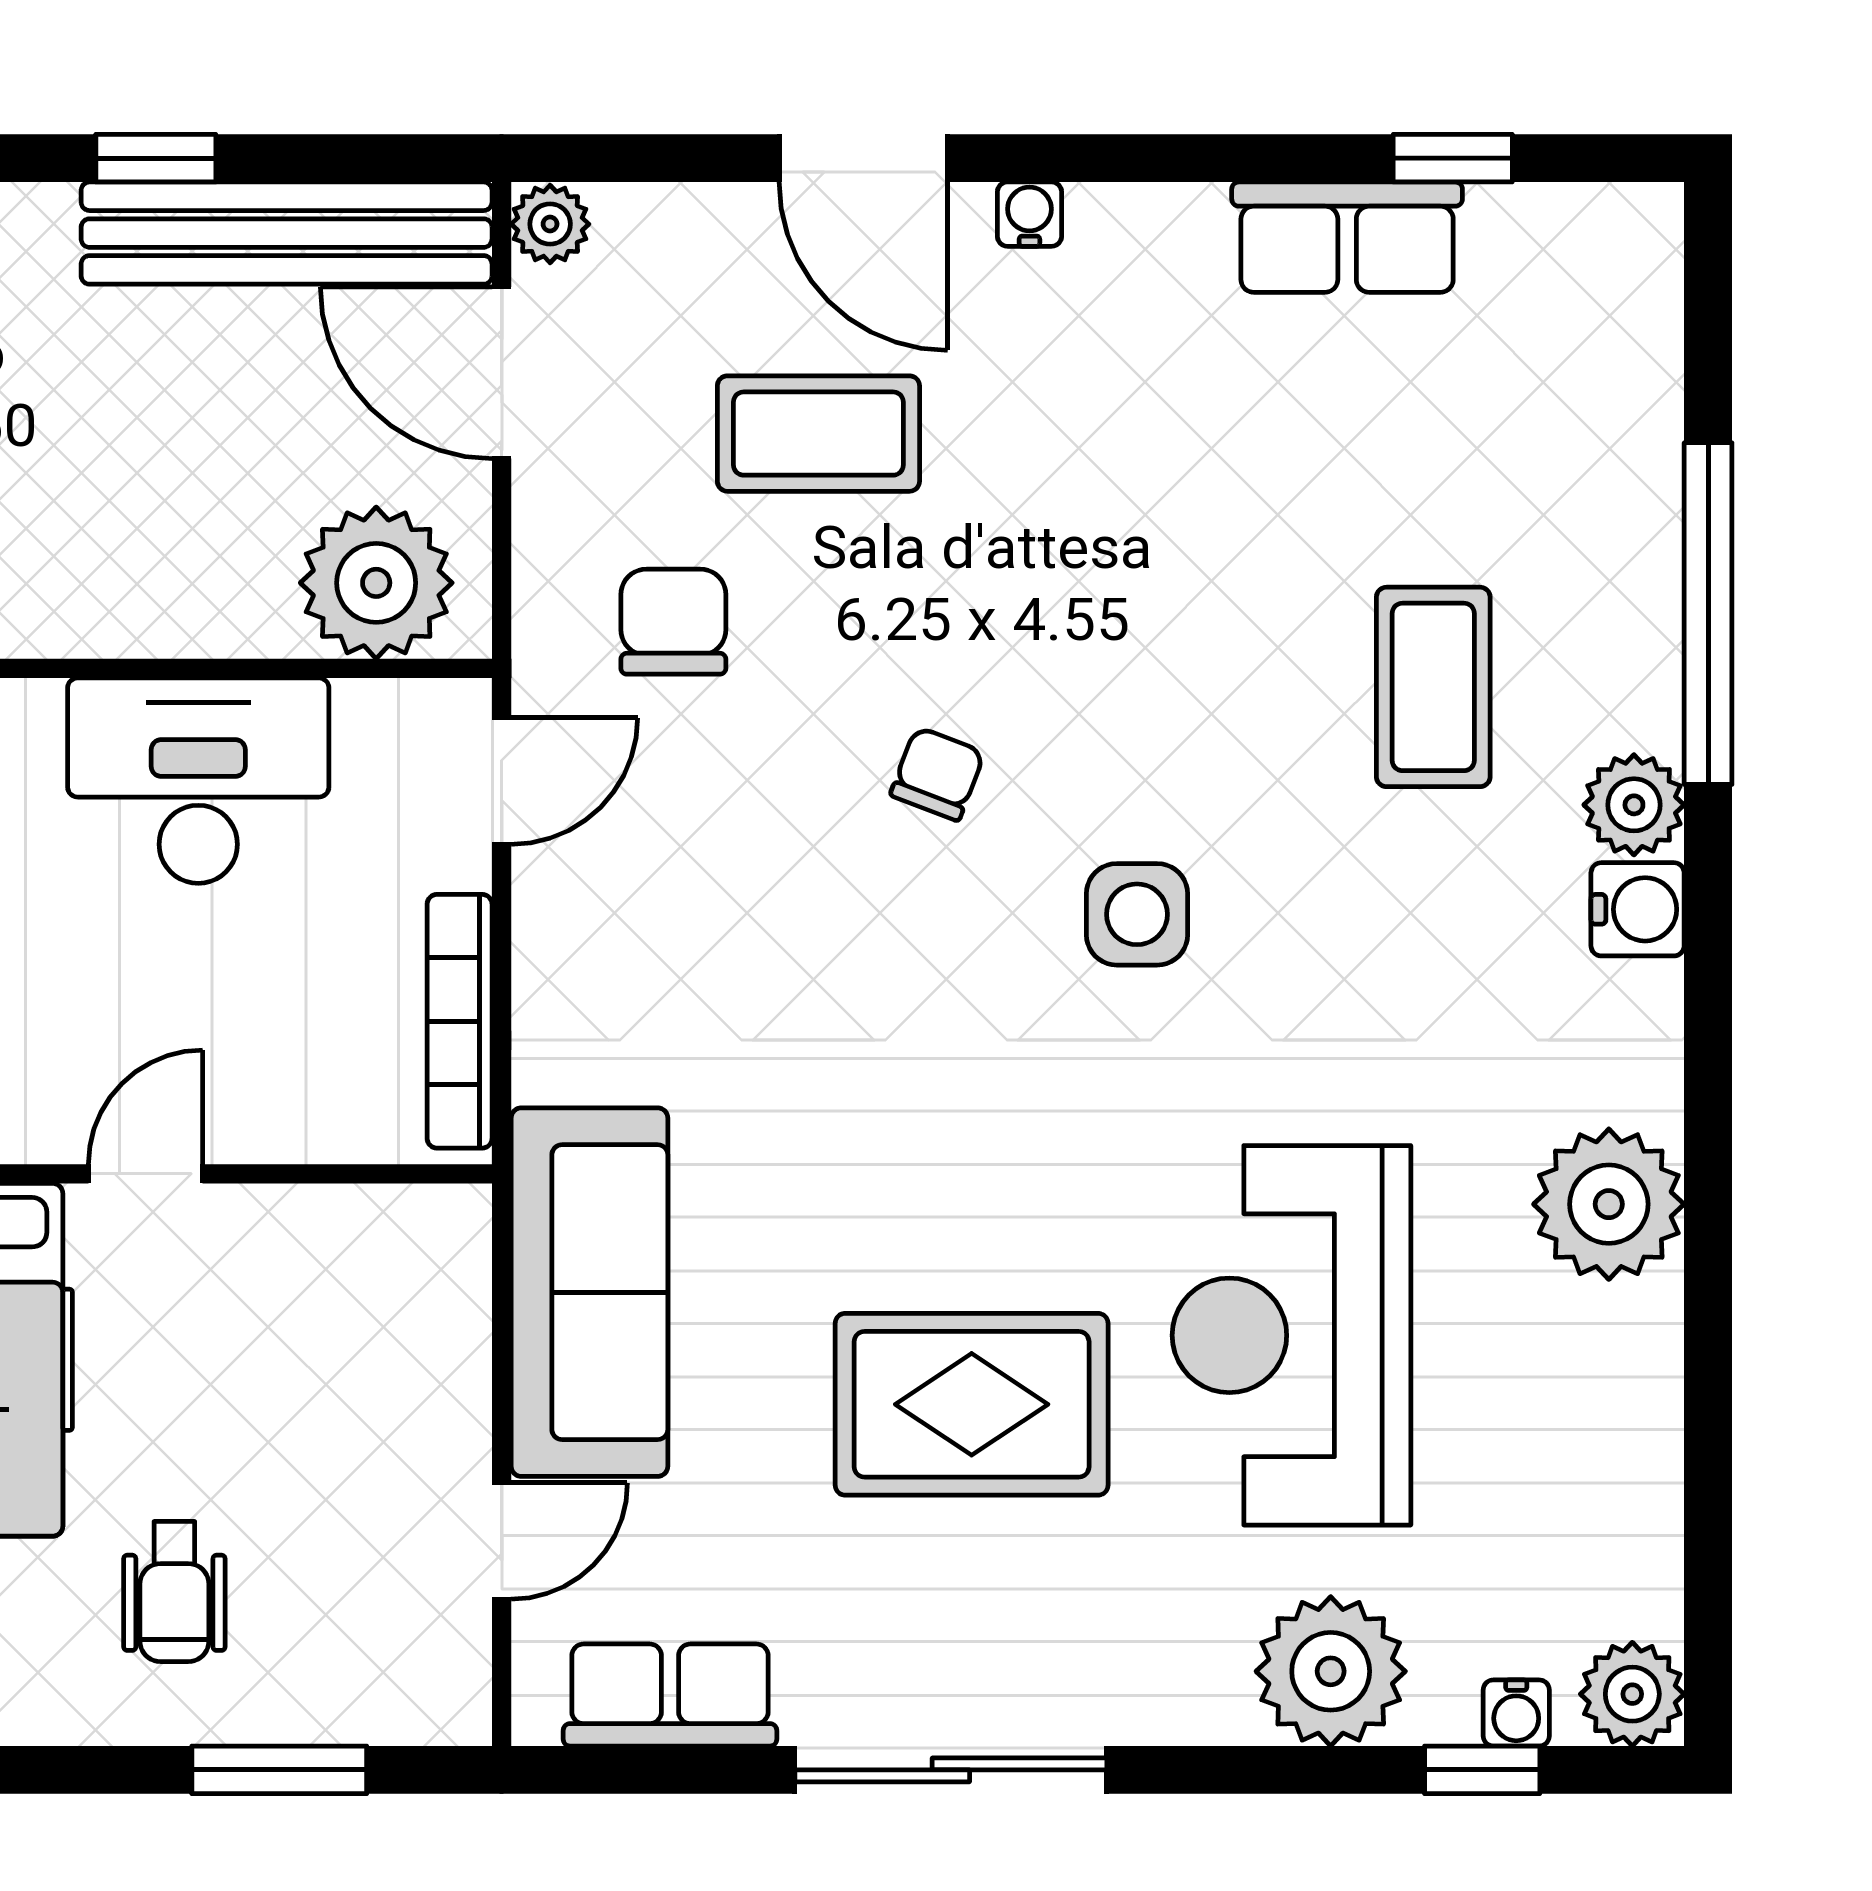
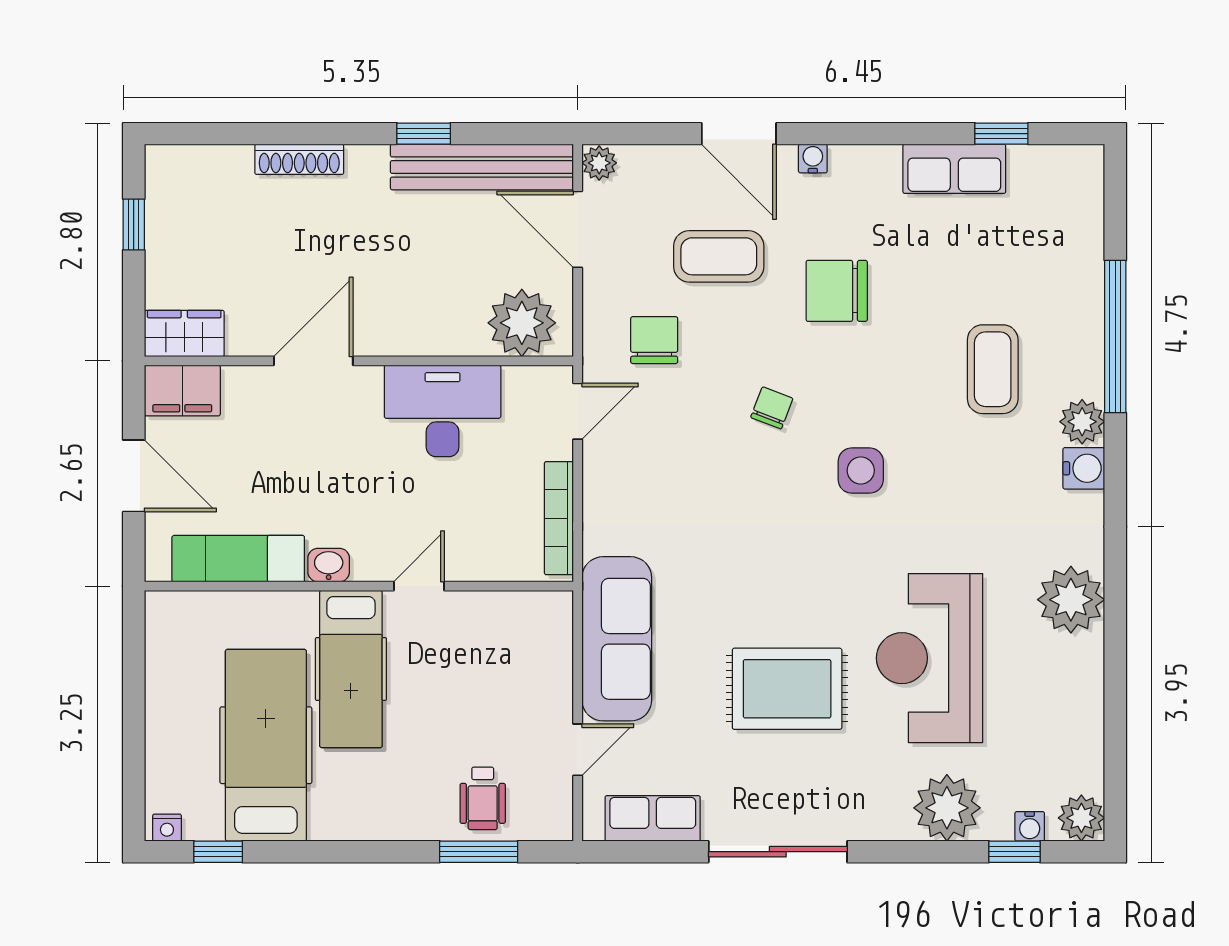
chair: (1083, 511) -> (837, 291), added
wheelchair: (174, 1592) -> (483, 798), moved

